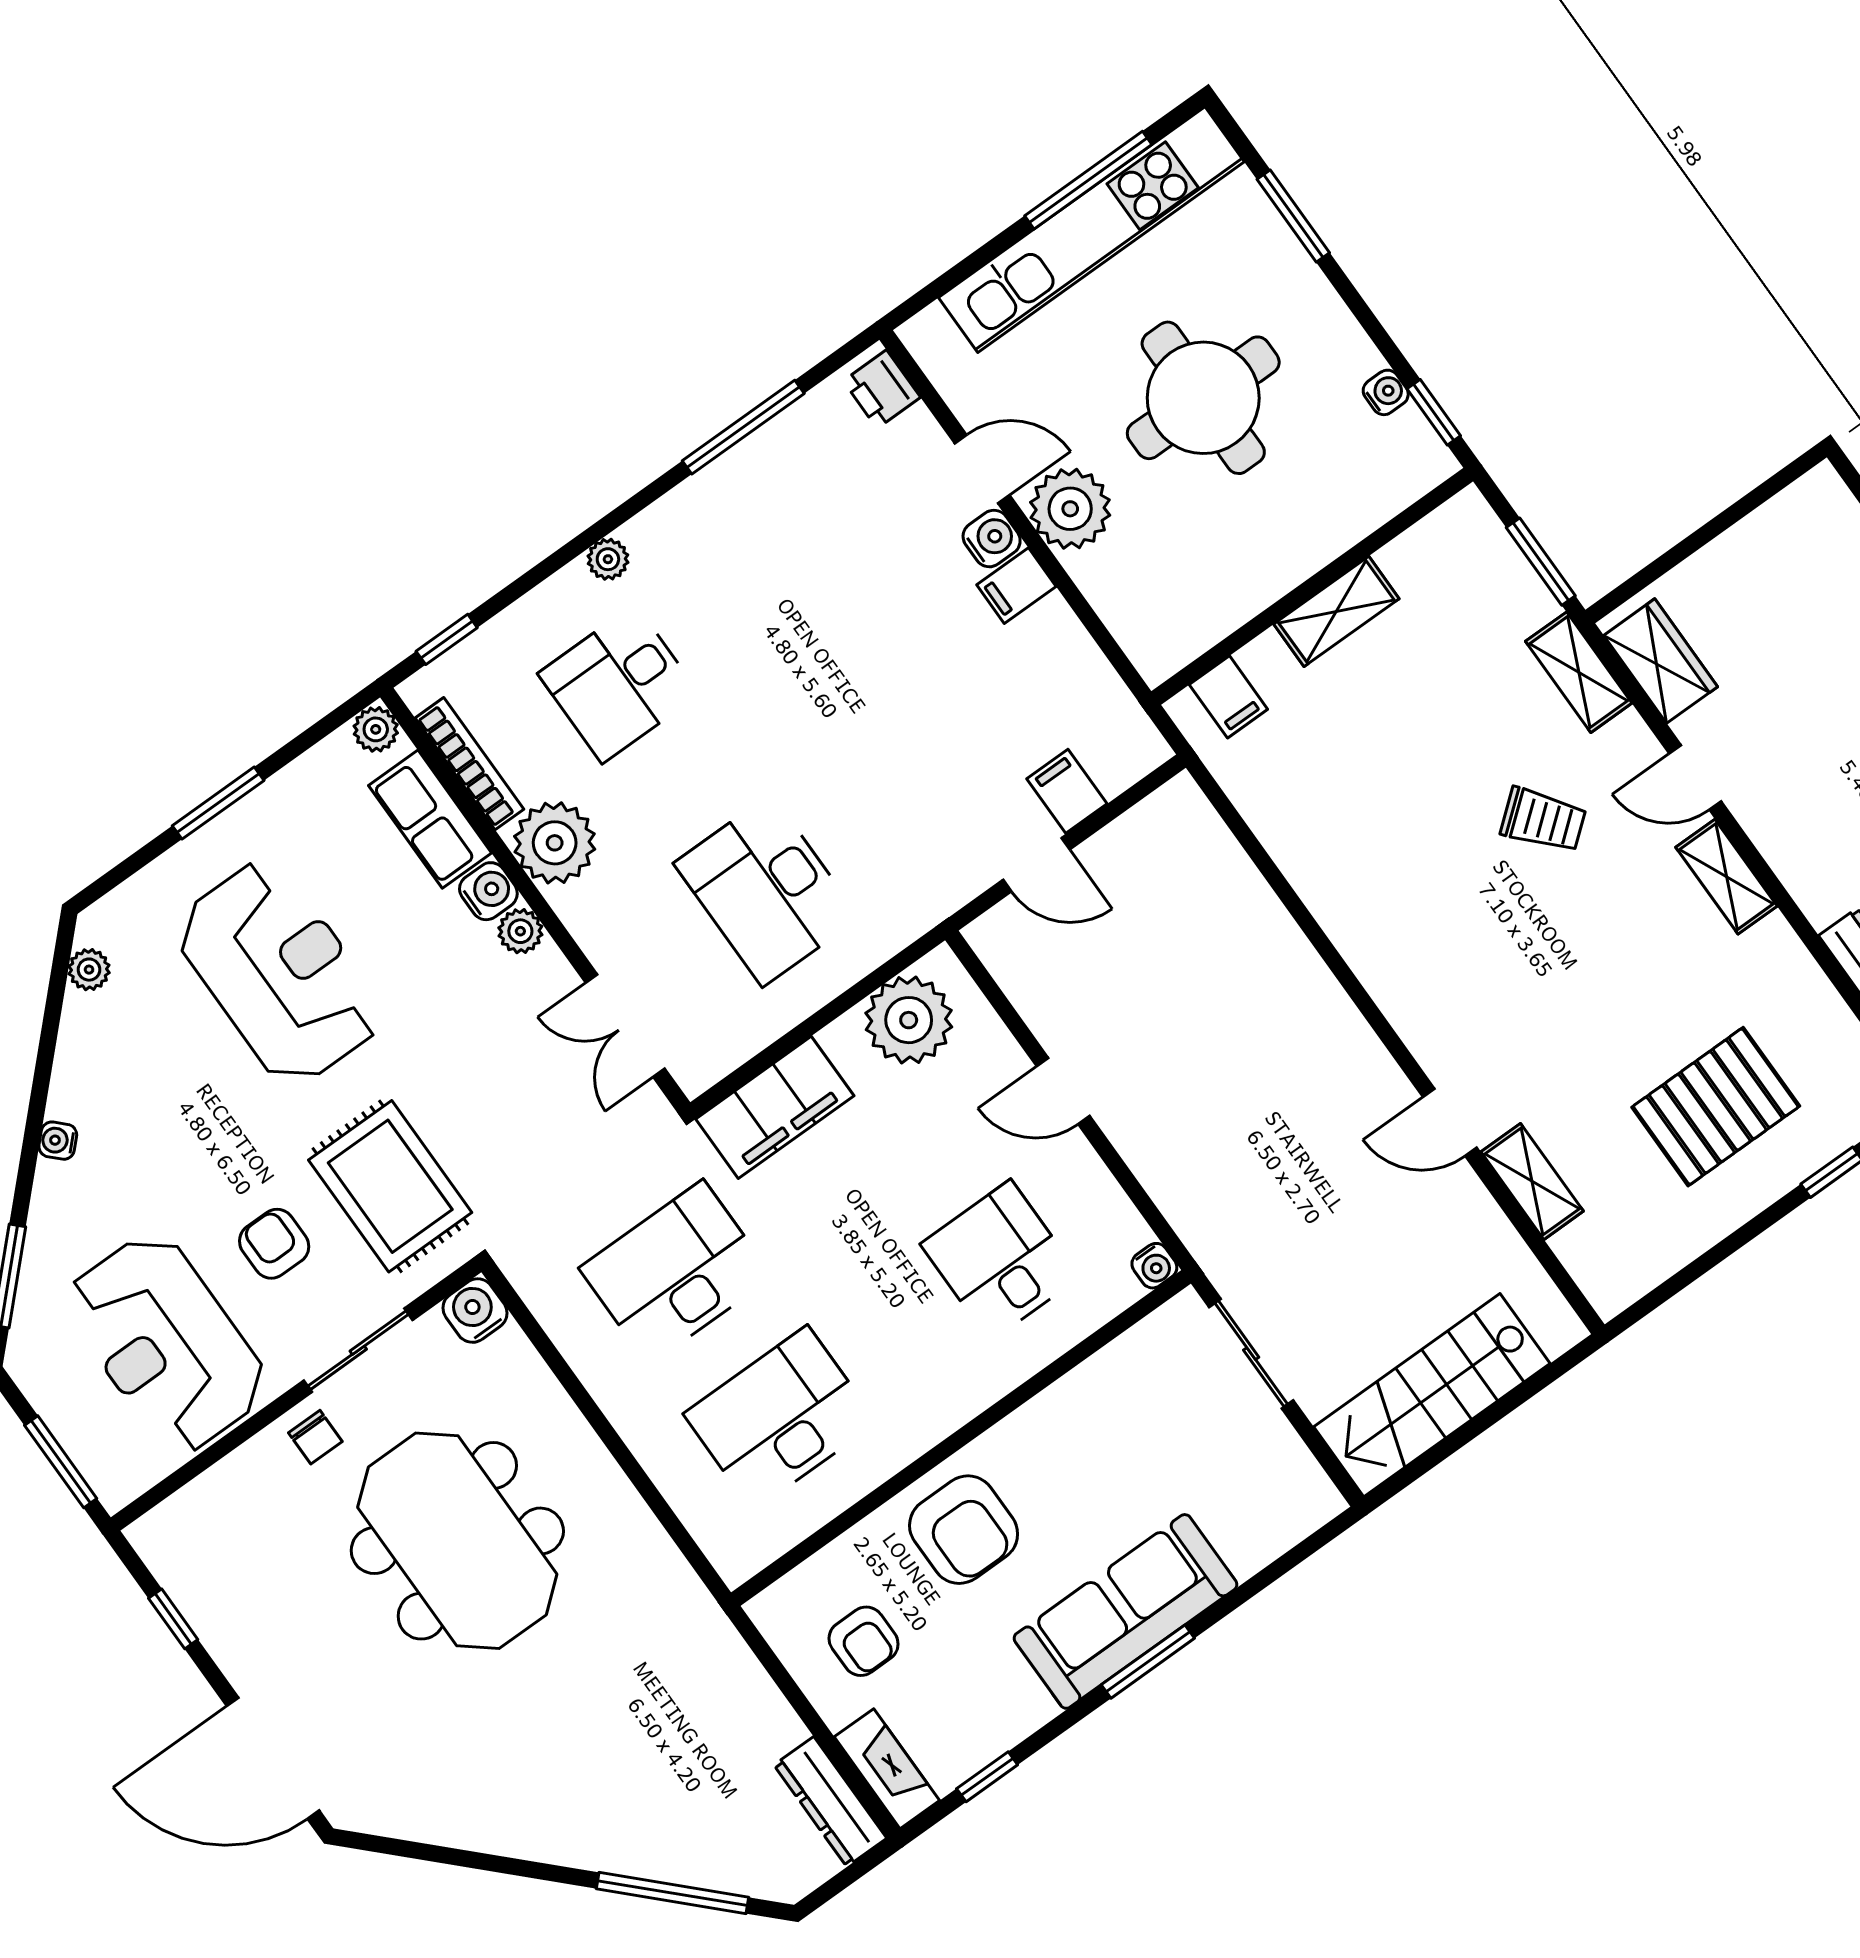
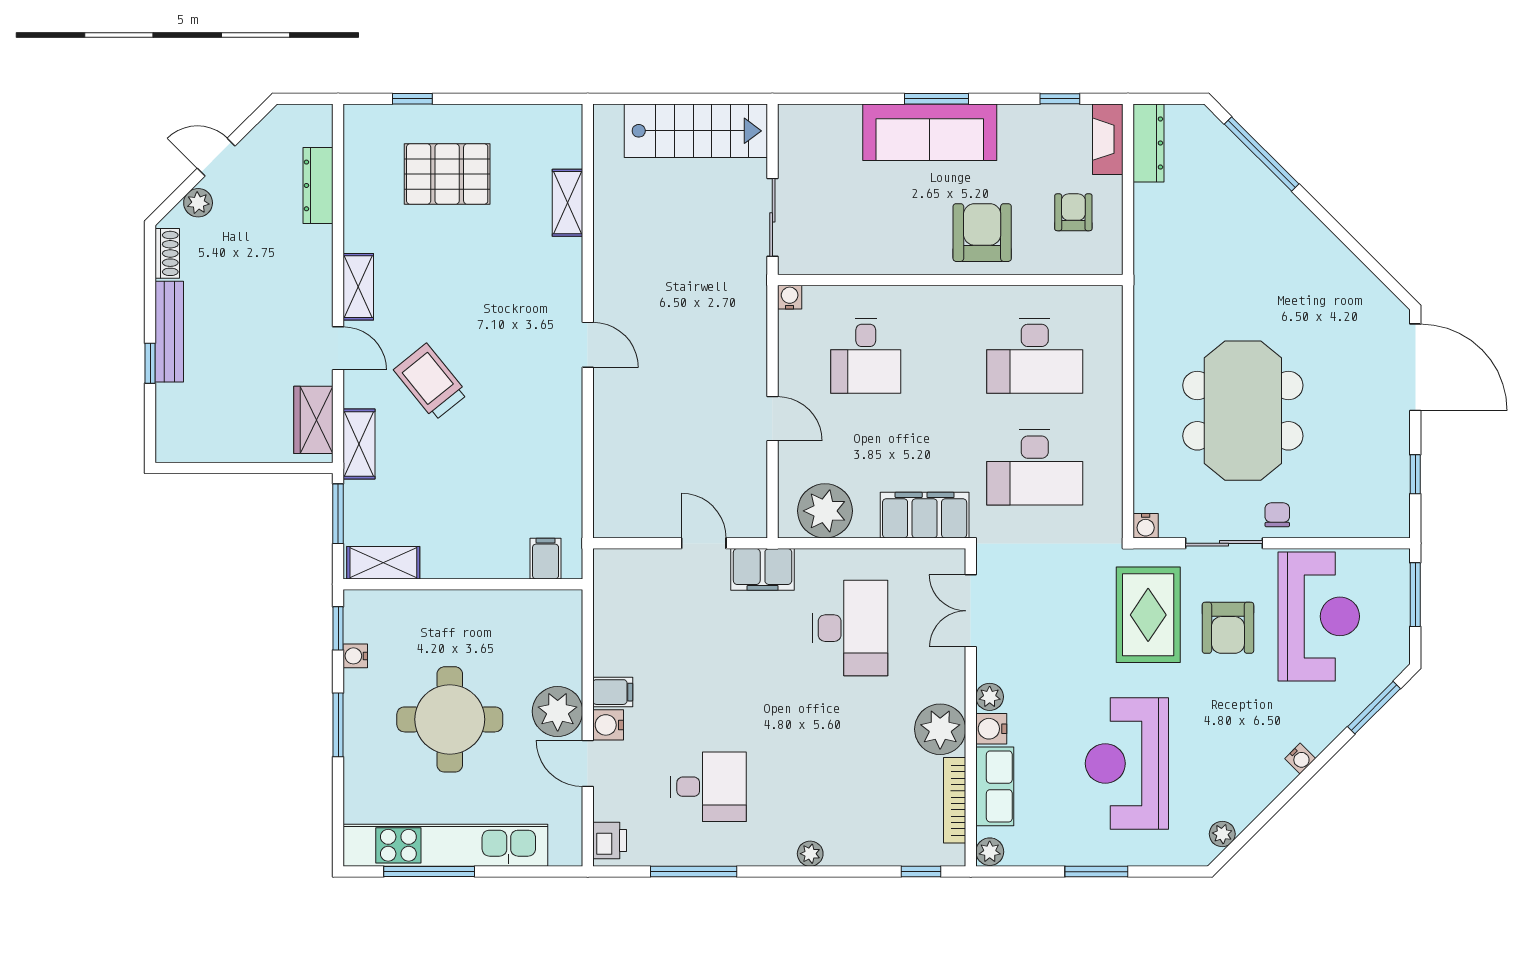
window: (1293, 216) -> (338, 725), moved
shelving: (1336, 611) -> (383, 563), moved
desk: (619, 684) -> (709, 787), moved
filing cabinet: (1067, 791) -> (763, 569), moved, width x2.00
trolley: (1543, 820) -> (431, 382), width x1.36, depth x1.39
double door: (625, 1026) -> (971, 611), swing flipped
door: (1450, 1122) -> (588, 345), moved
armchair: (274, 1244) -> (1228, 628), width x1.38, depth x1.38
water cooler: (475, 1311) -> (1146, 526), width x0.72, depth x0.72

